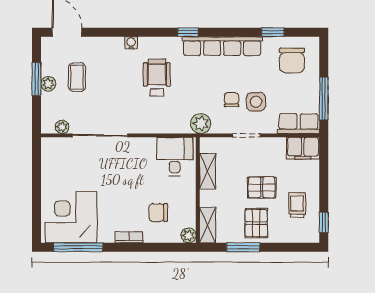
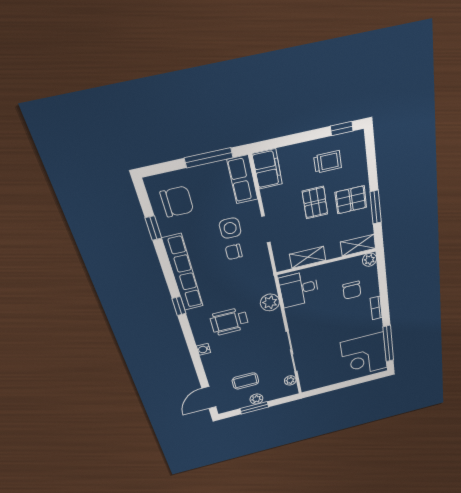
plant: (201, 124) -> (270, 302), moved
trolley: (297, 205) -> (328, 162), turned 180

